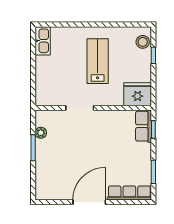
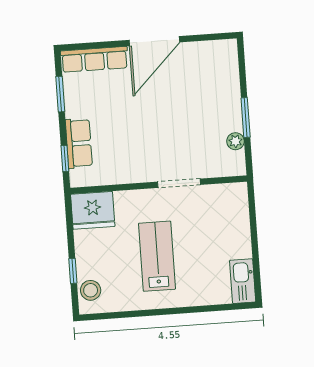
lab bench: (98, 61) -> (157, 256), turned 180
row of seats: (144, 126) -> (79, 143), moved

